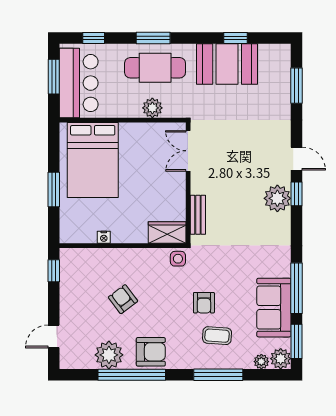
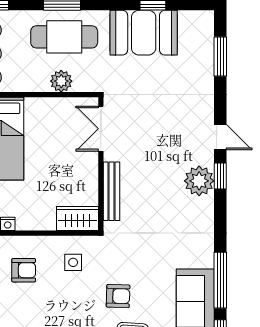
bench: (198, 215) -> (112, 191), width x1.36
side table: (178, 259) -> (73, 262), moved
armchair: (123, 299) -> (24, 270), moved, turned 127
armchair: (204, 303) -> (118, 296), turned -88

